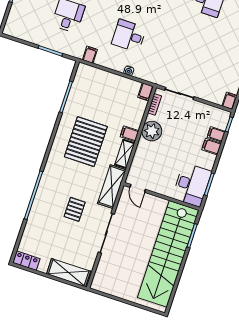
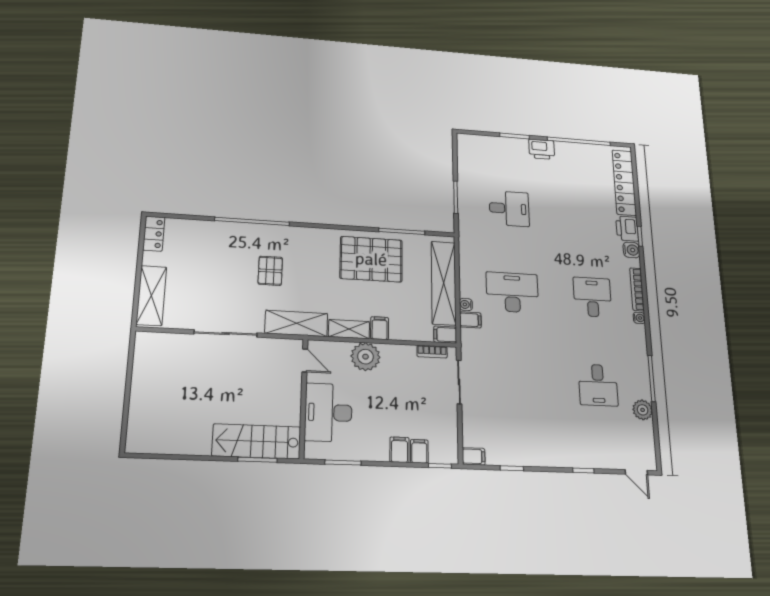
desk: (129, 36) -> (512, 292), width x1.37
filing cabinet: (90, 55) -> (470, 320), moved
shelving: (110, 81) -> (444, 283), added
plant: (152, 131) -> (365, 357), moved
pallet: (86, 142) -> (371, 259), moved
desk: (192, 185) -> (328, 412), moved, turned 90
door: (138, 188) -> (305, 360), swing flipped
pallet: (75, 209) -> (270, 271), moved, turned 90
stairs: (168, 254) -> (256, 441), width x0.54, depth x0.66

